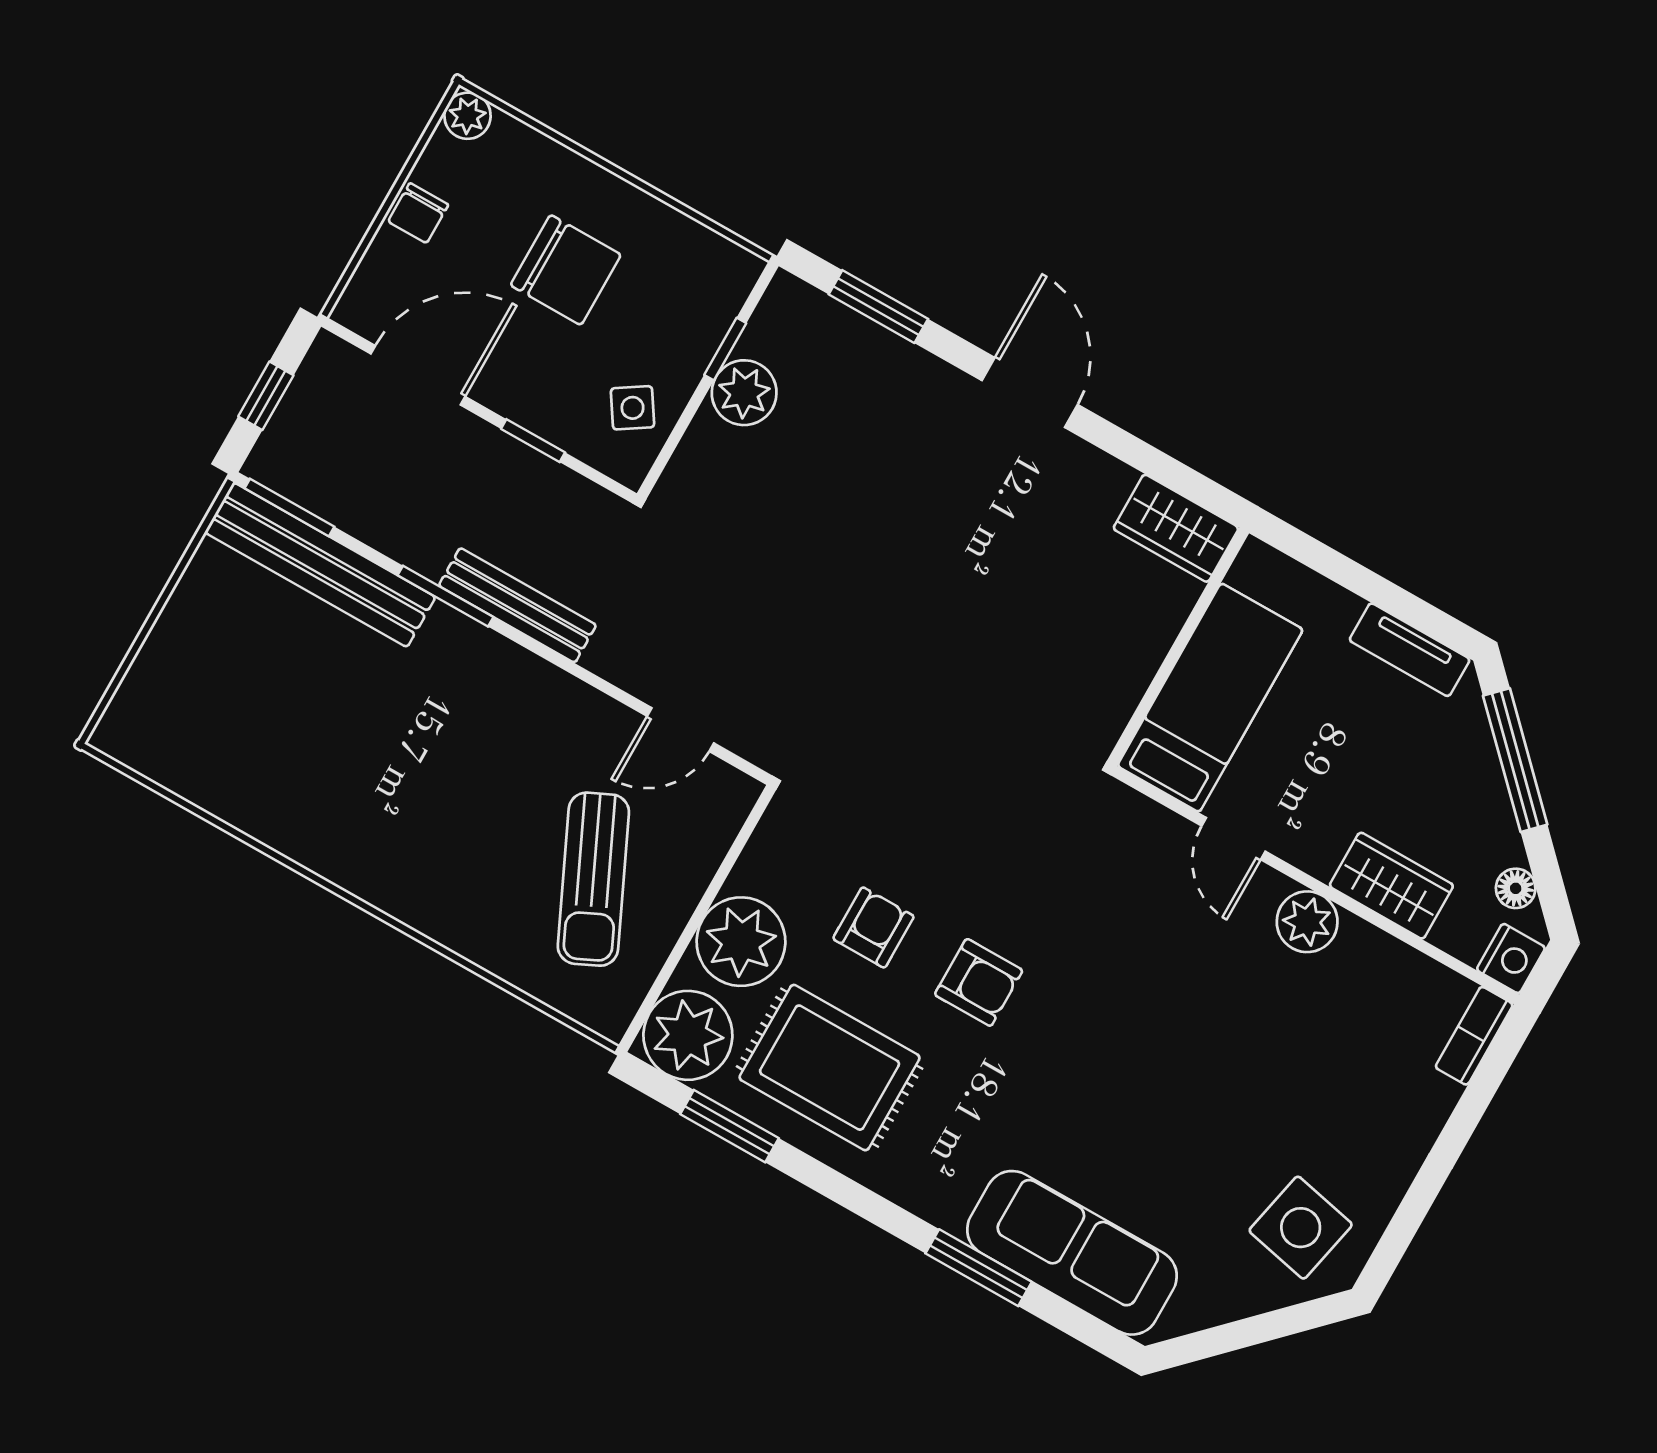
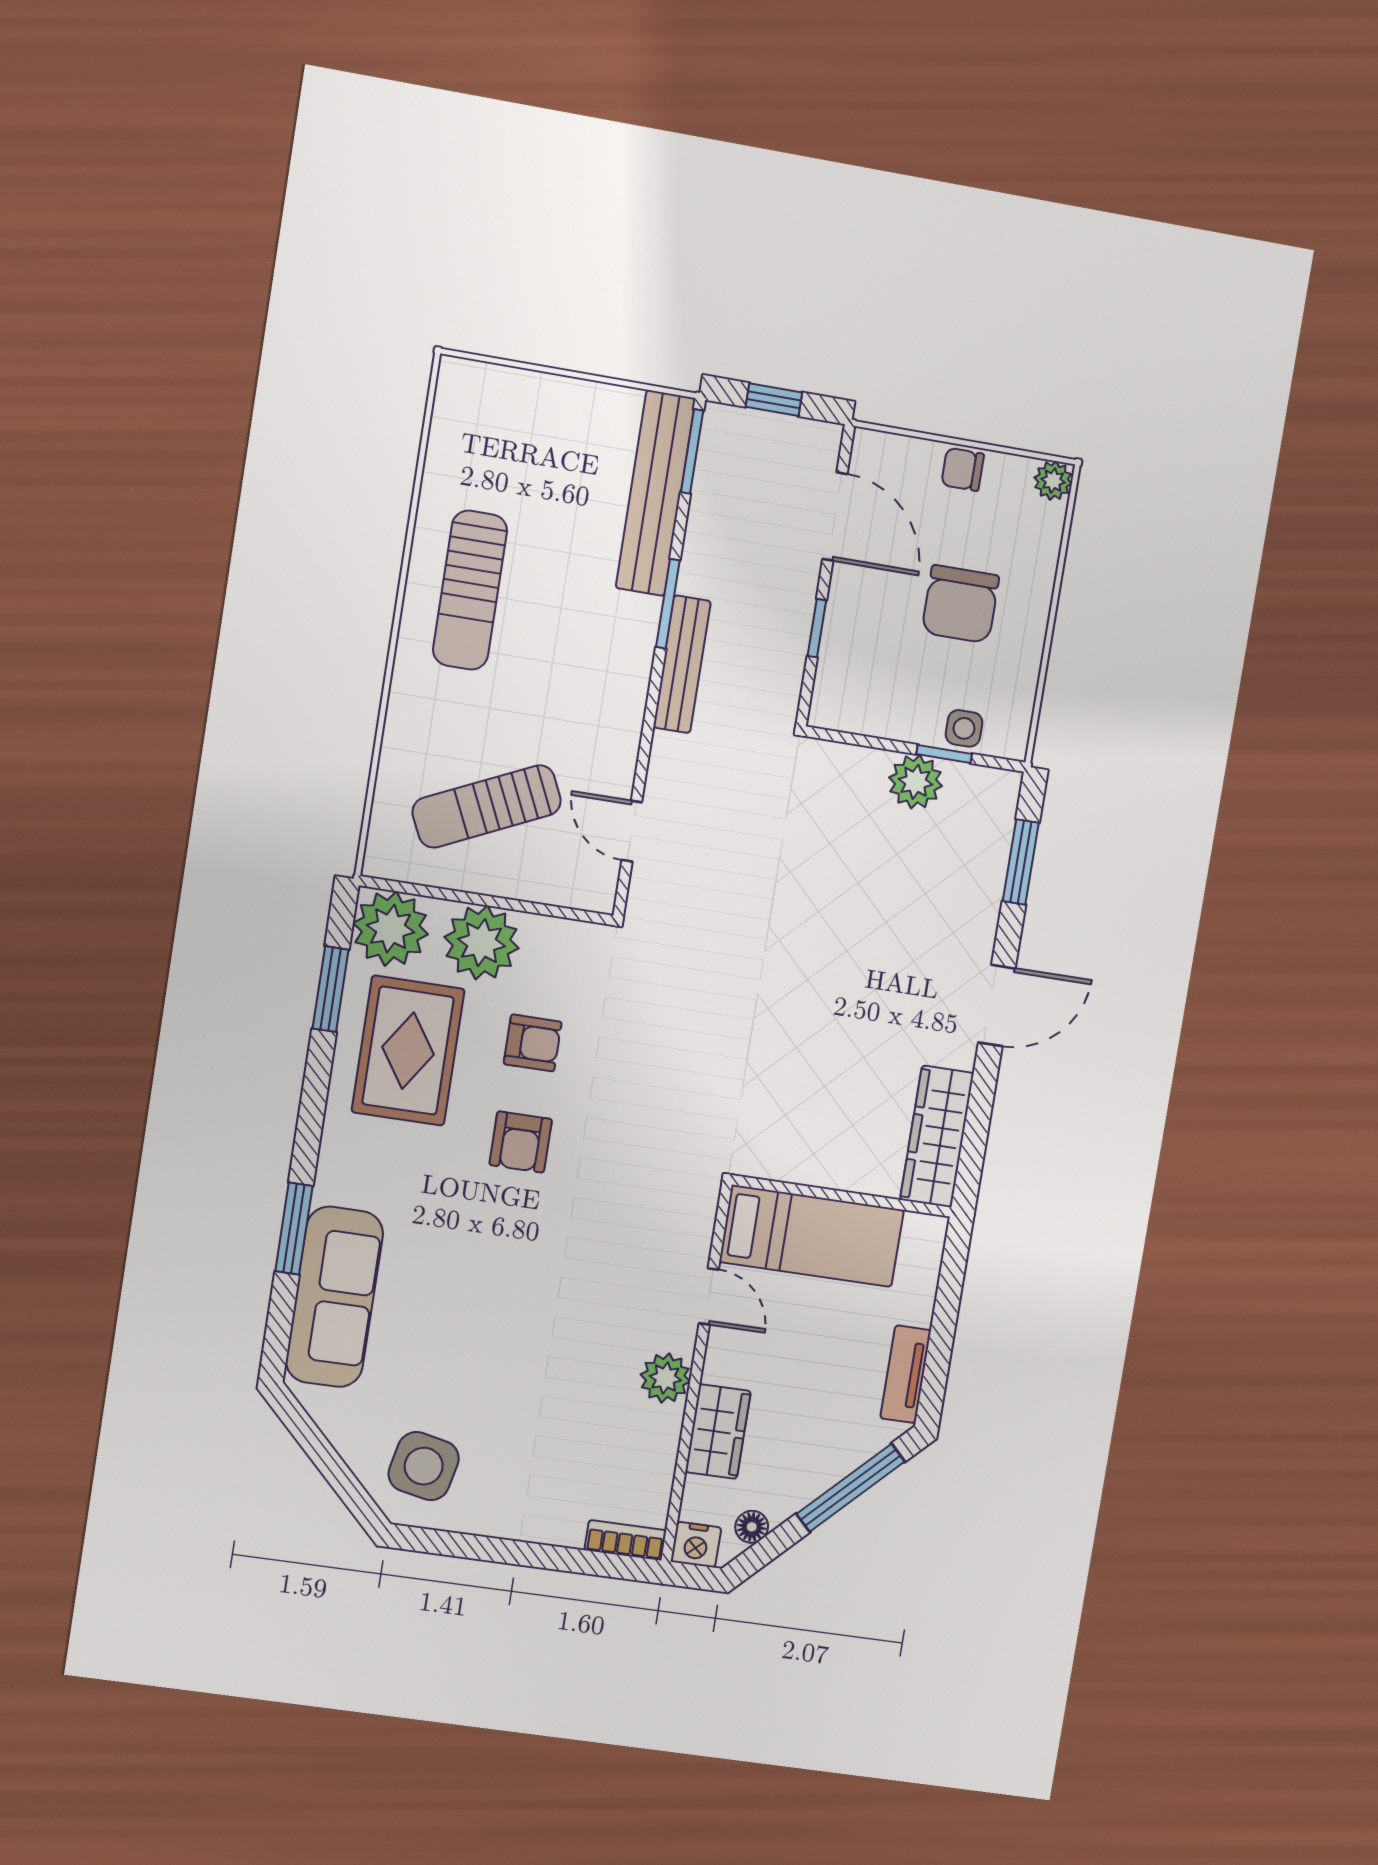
side table: (633, 408) -> (964, 728), moved, turned 33
wardrobe: (1176, 528) -> (937, 1136), width x1.50
sun lounger: (351, 808) -> (470, 590), added
door: (1234, 839) -> (709, 1296), swing flipped

